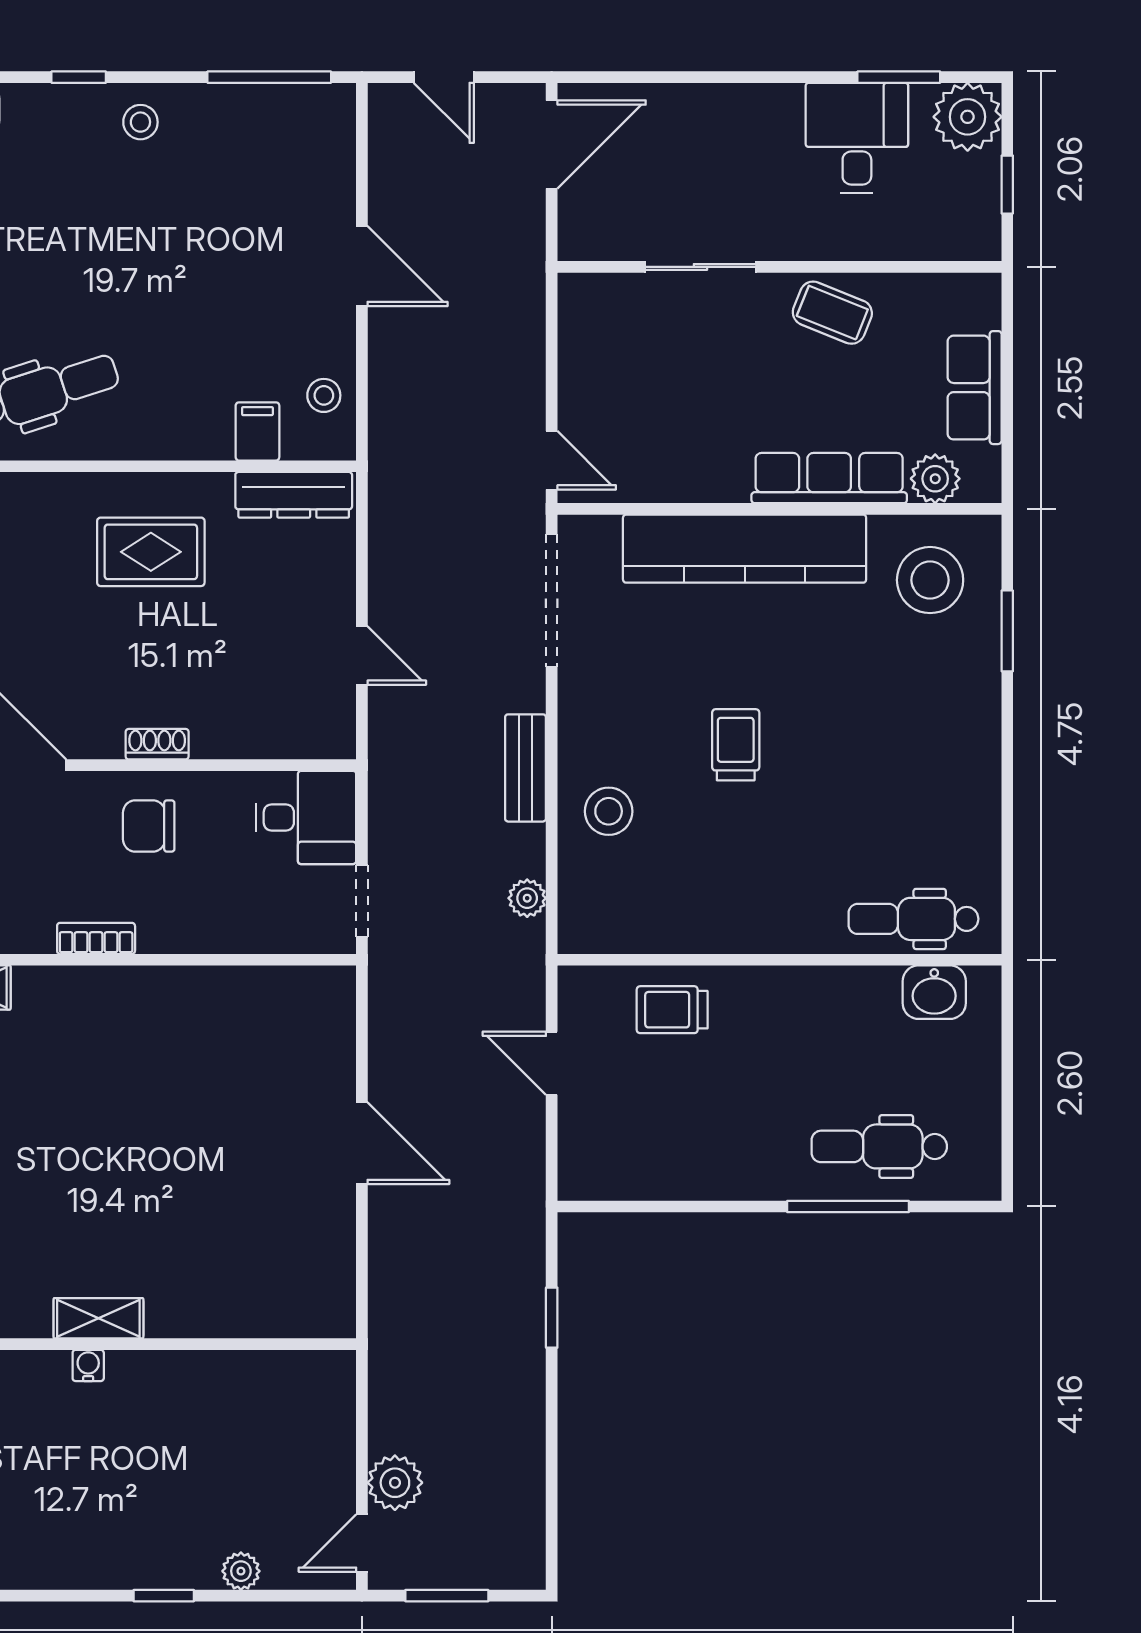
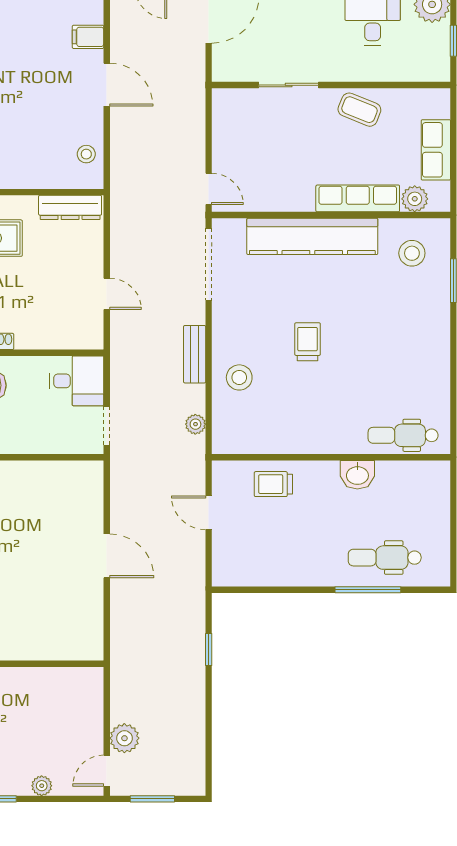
filing cabinet: (257, 431) -> (88, 37), moved, turned -90
stool: (930, 580) -> (412, 253), width x0.73, depth x0.73
washbasin: (934, 992) -> (357, 475), moved

